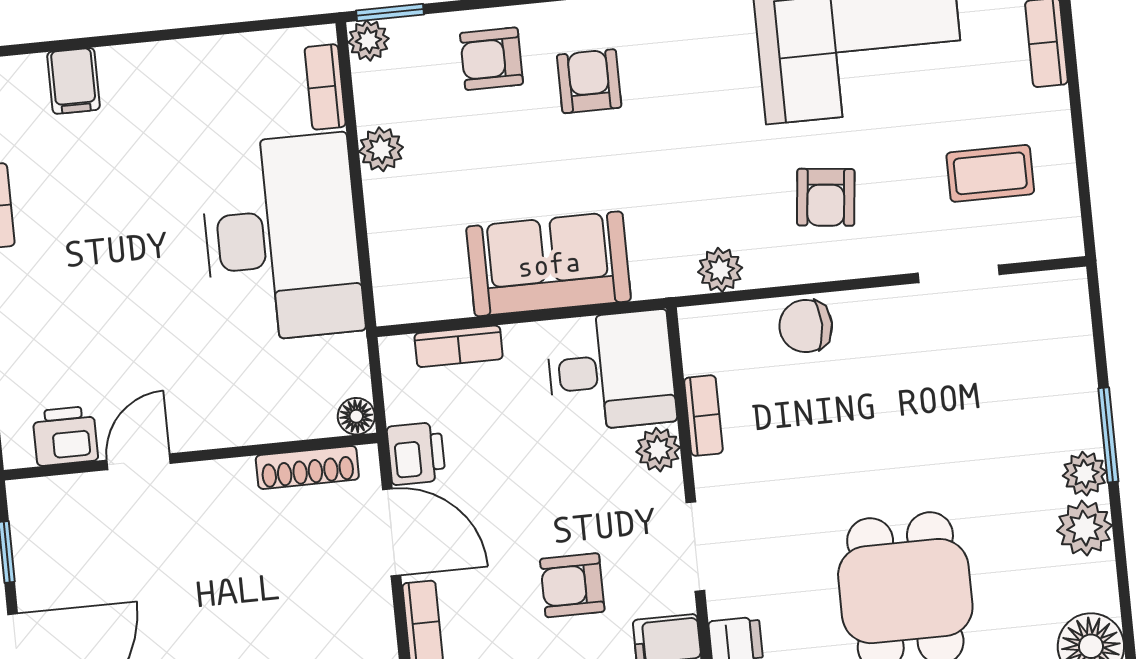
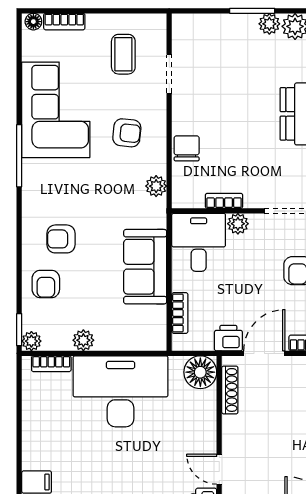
chair: (806, 326) -> (187, 148), turned 180
floor lamp: (356, 416) -> (200, 372), width x1.89, depth x1.89

